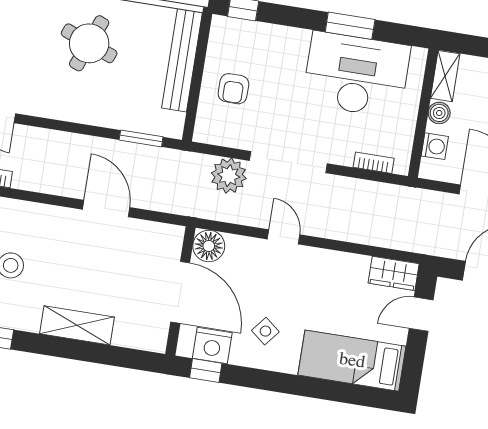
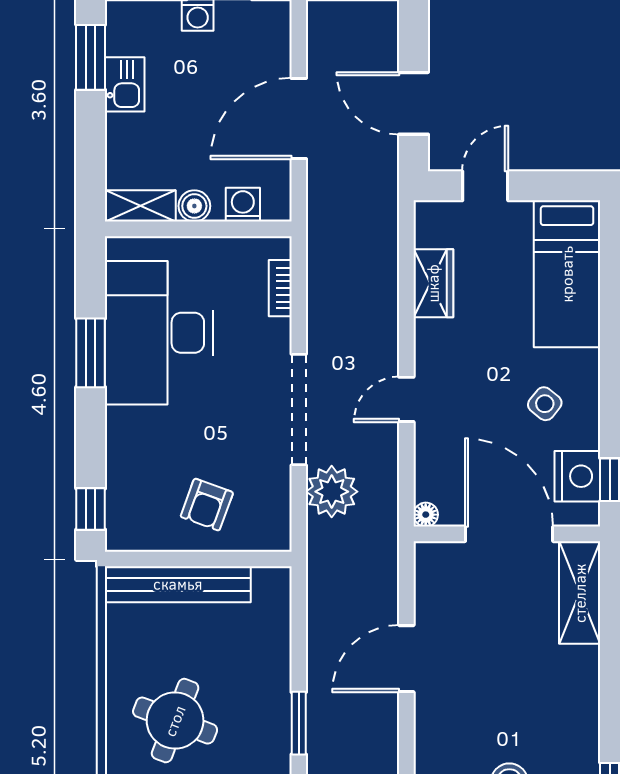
armchair: (233, 89) -> (207, 505), turned 110
window: (141, 138) -> (299, 723), moved
floor lamp: (209, 246) -> (426, 515), width x0.53, depth x0.53
wardrobe: (394, 273) -> (433, 283), moved
door: (180, 292) -> (509, 534), hinge flipped
door: (421, 314) -> (485, 186), swing flipped
shelving: (77, 325) -> (580, 593), moved

